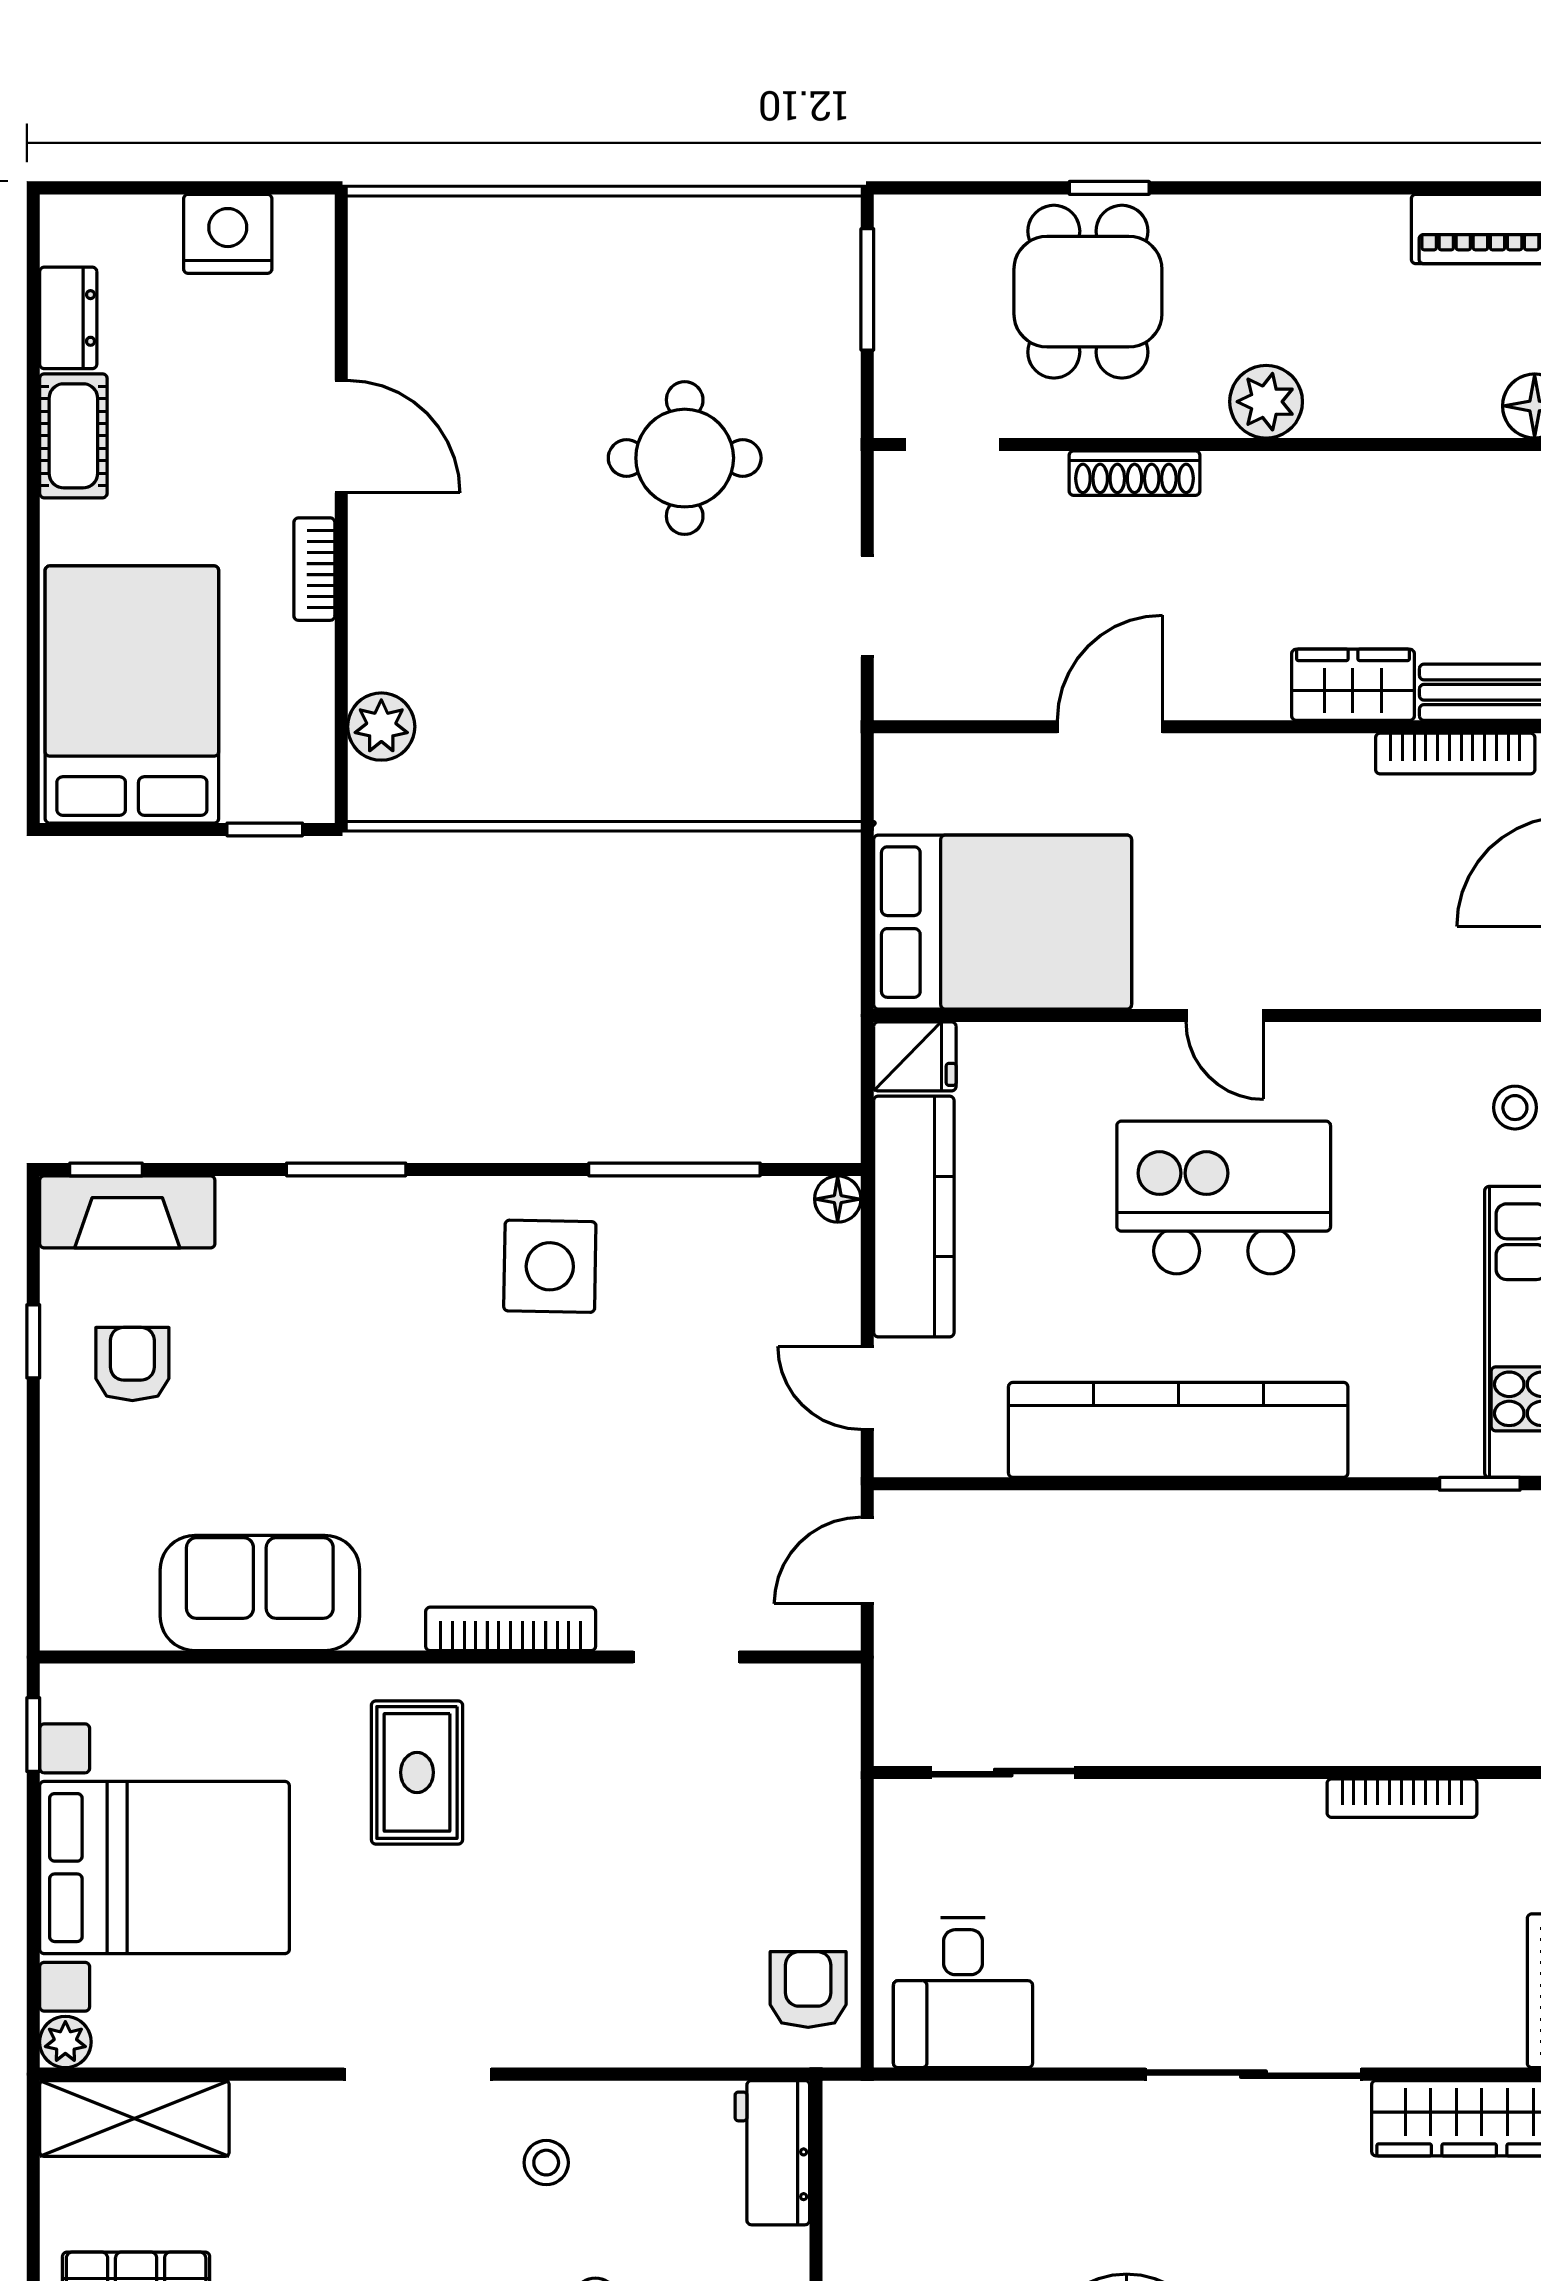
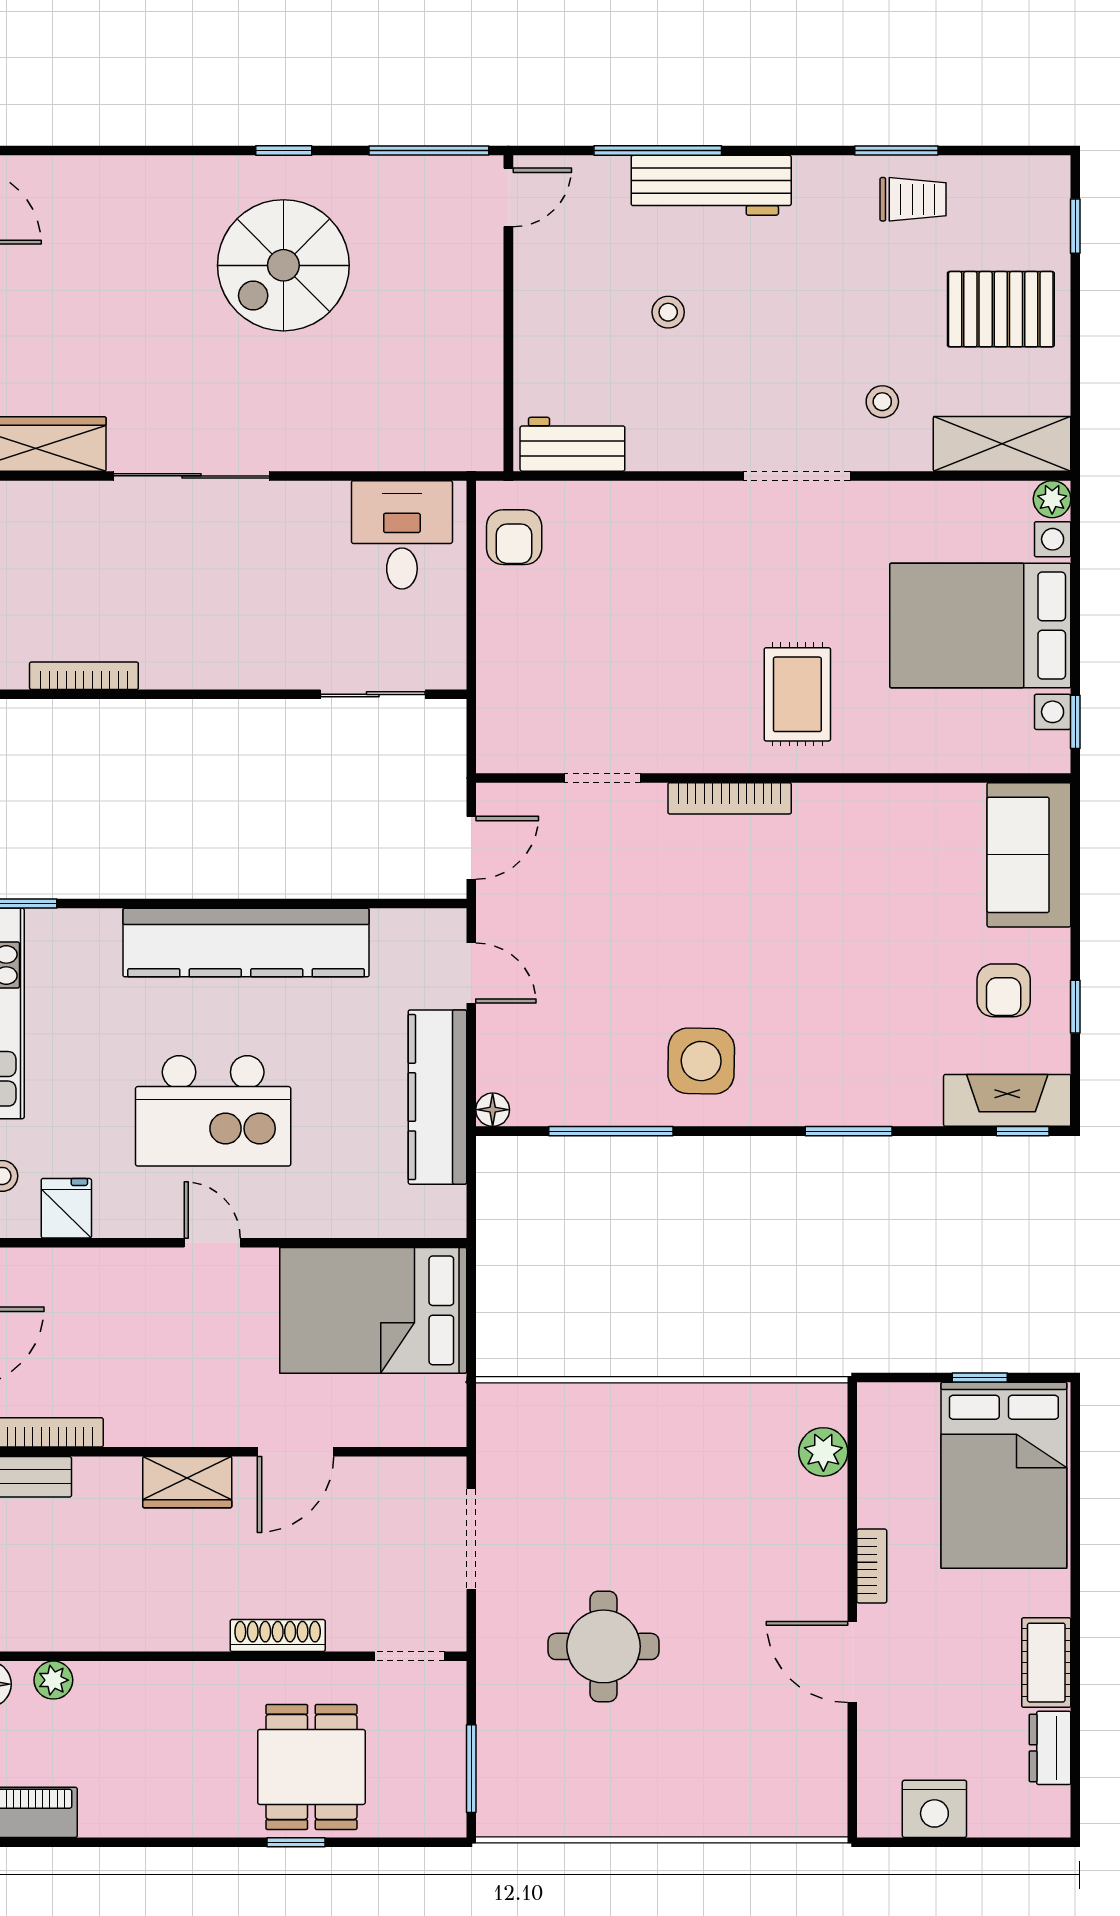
plant: (1266, 402) -> (53, 1680), moved, width x0.73, depth x0.73
doorway: (867, 606) -> (471, 1539), width x1.38
wardrobe: (1353, 685) -> (187, 1482), moved
window: (265, 829) -> (980, 1377), moved
fridge: (915, 1056) -> (66, 1208), moved, turned 90
sofa: (260, 1593) -> (1029, 855), moved, turned 90
workbench: (772, 2153) -> (572, 444), moved, turned -90
stool: (546, 2163) -> (882, 402), moved

